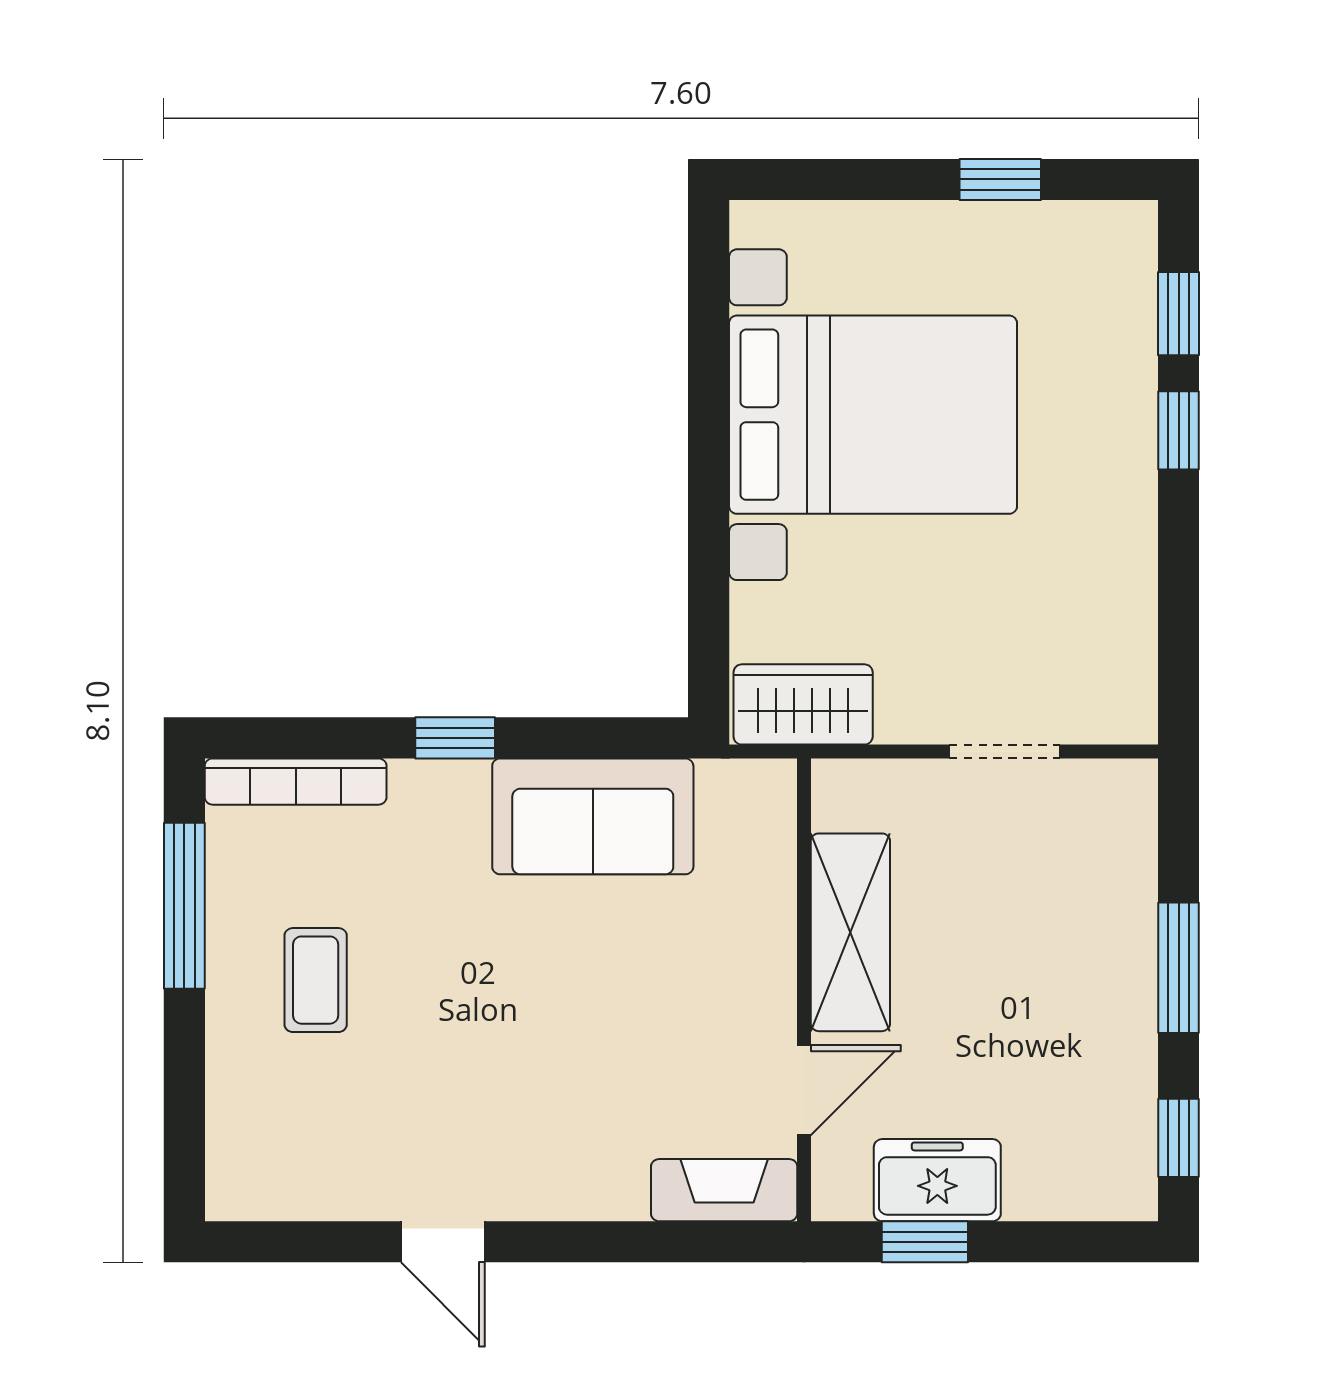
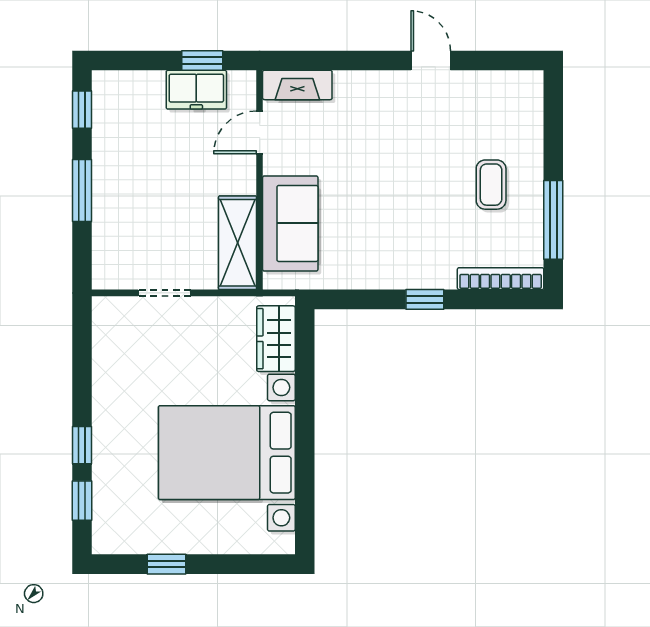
wardrobe: (803, 704) -> (276, 339), moved, turned 90
sofa: (593, 816) -> (290, 223), moved, turned 90
shelving: (850, 932) -> (238, 243), moved

